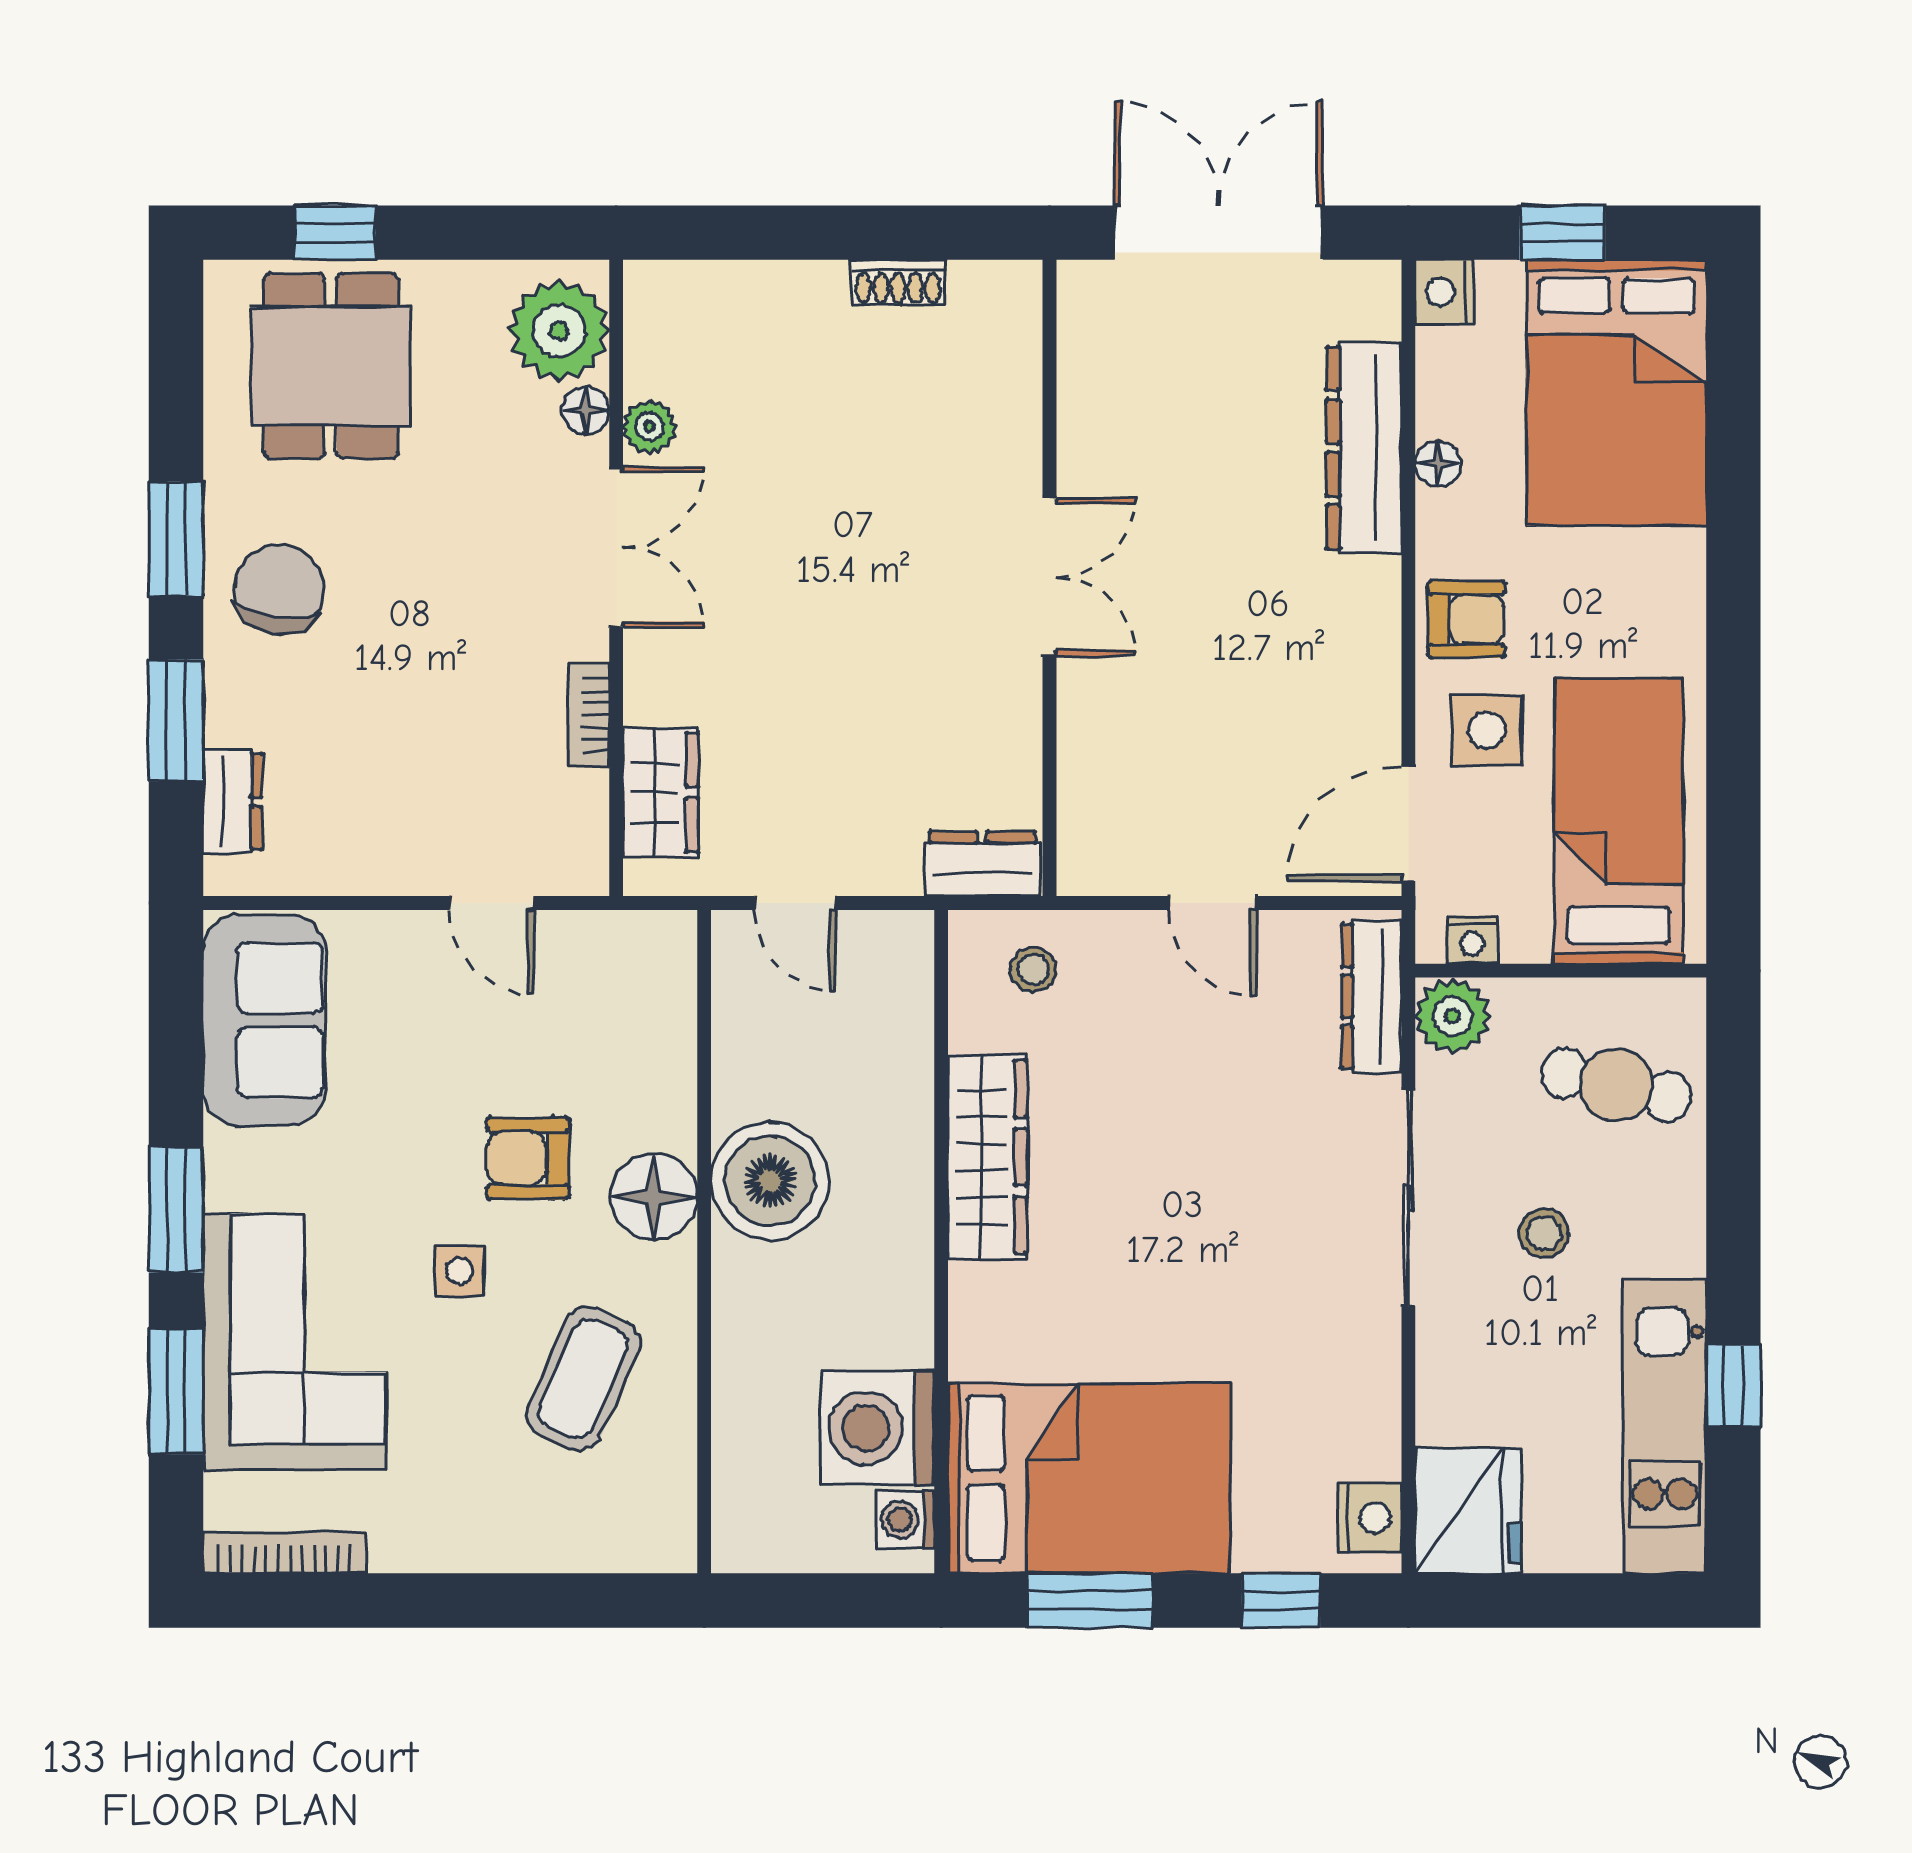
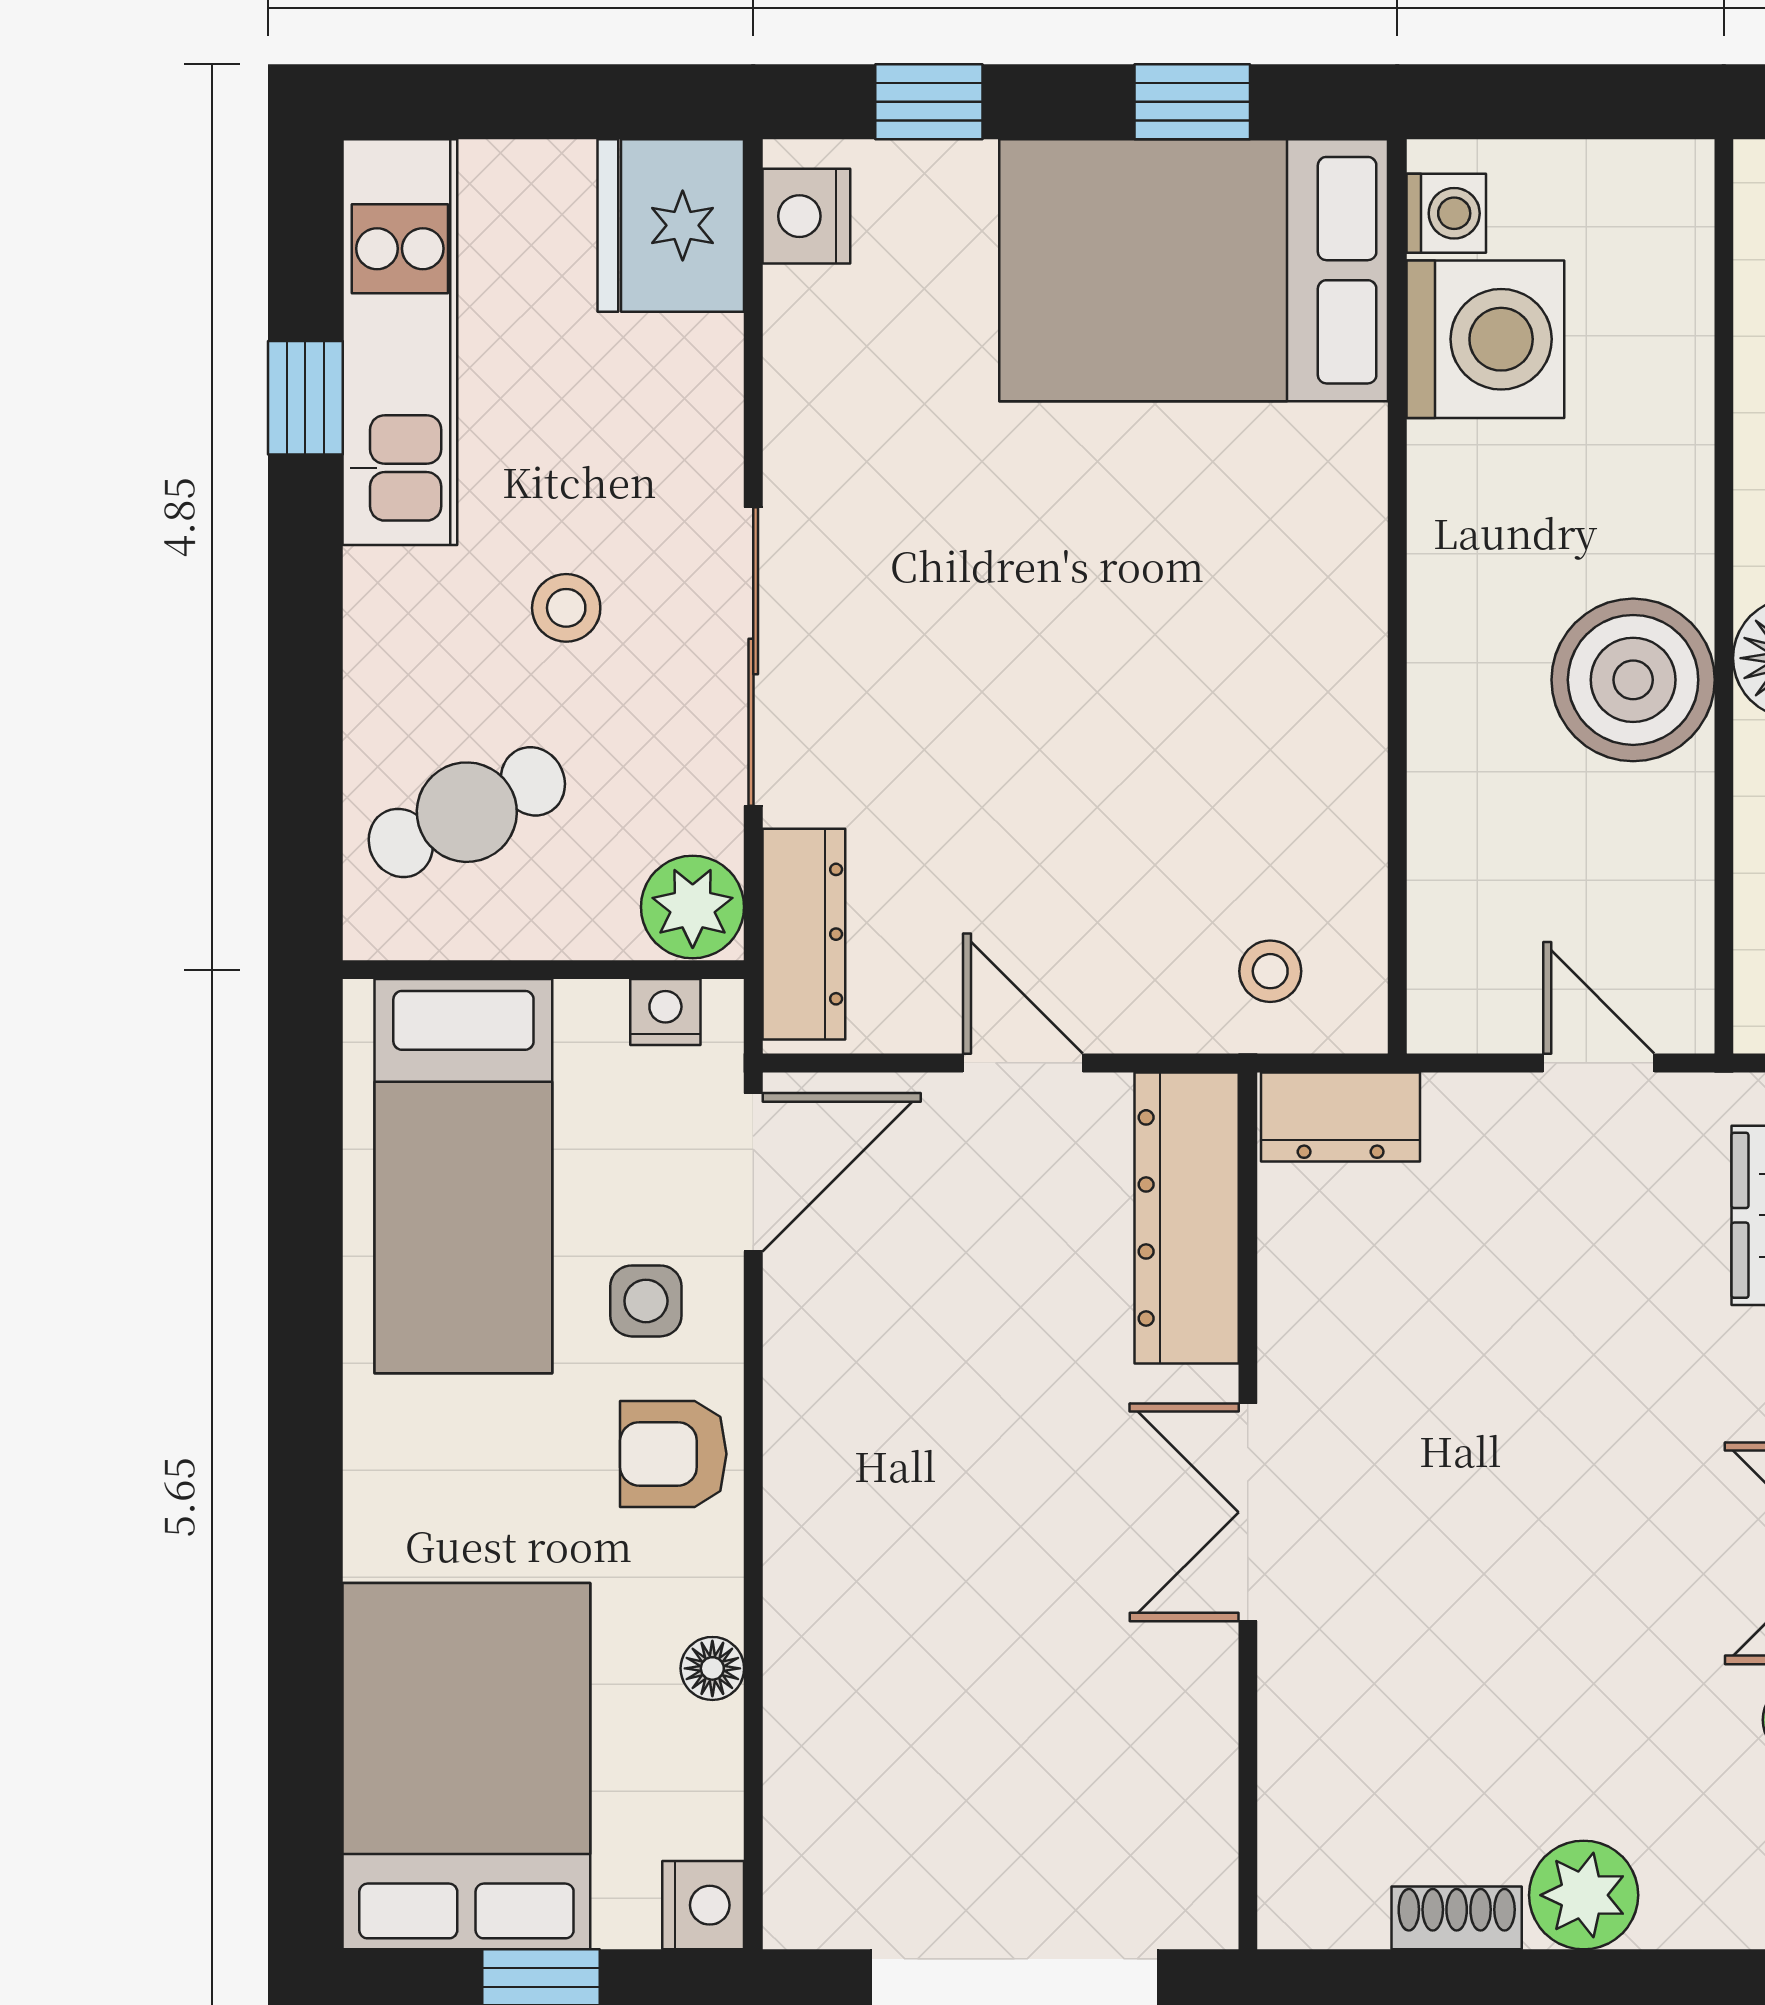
plant: (806, 299) -> (1584, 1895), added
dresser: (1364, 448) -> (1187, 1218), moved, turned 180
side table: (1486, 730) -> (646, 1301), width x0.73, depth x0.73
cafe table: (1616, 1085) -> (467, 812), turned -38
wardrobe: (987, 1157) -> (1333, 713), removed
window: (1090, 1600) -> (1192, 102), width x0.67

